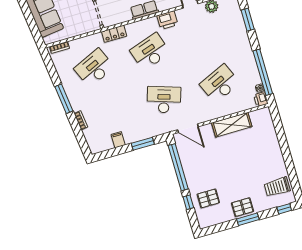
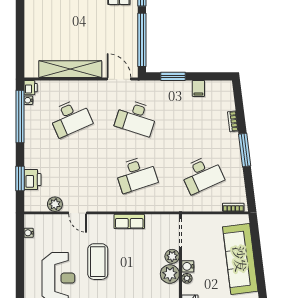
printer: (167, 20) -> (32, 180), moved, turned 90
locker: (114, 34) -> (170, 205), removed
shelving: (232, 125) -> (70, 69), width x1.47

